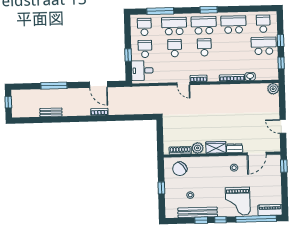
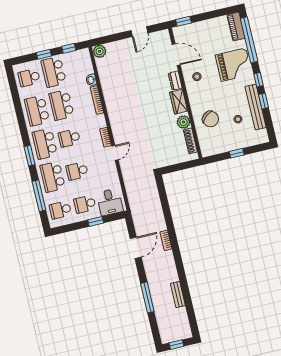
window: (209, 10) -> (29, 156), moved
school desk: (234, 47) -> (61, 105), added
chair: (180, 169) -> (210, 119), moved

